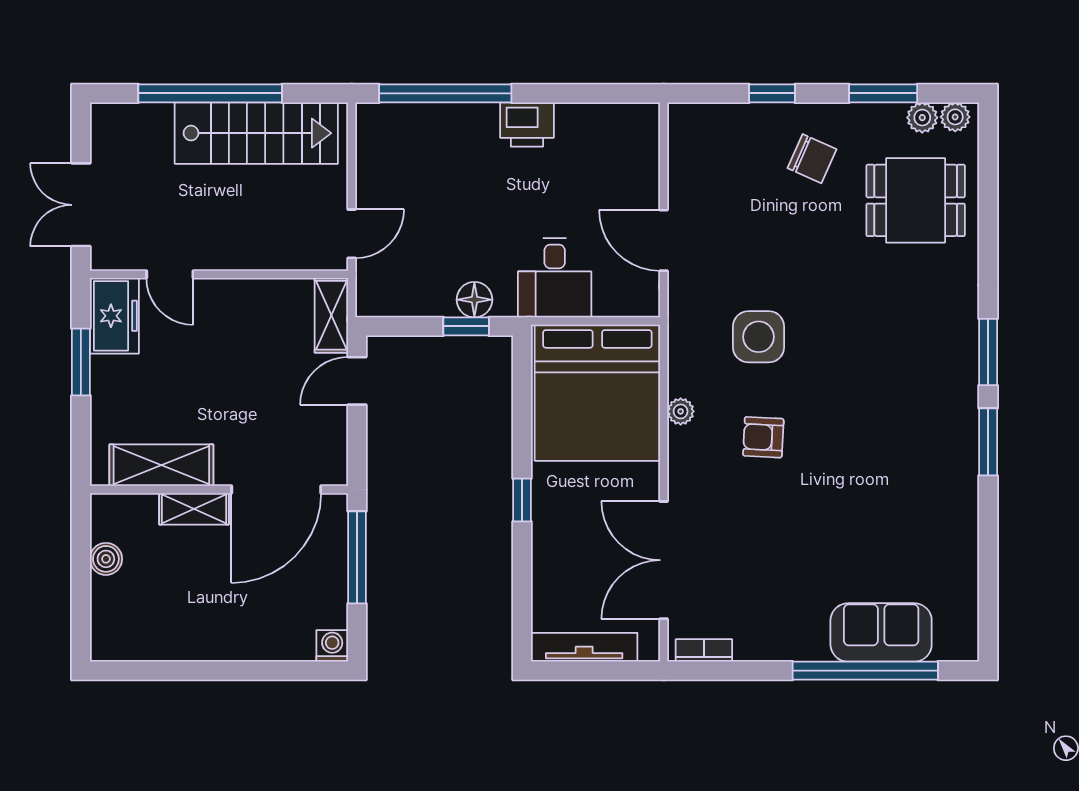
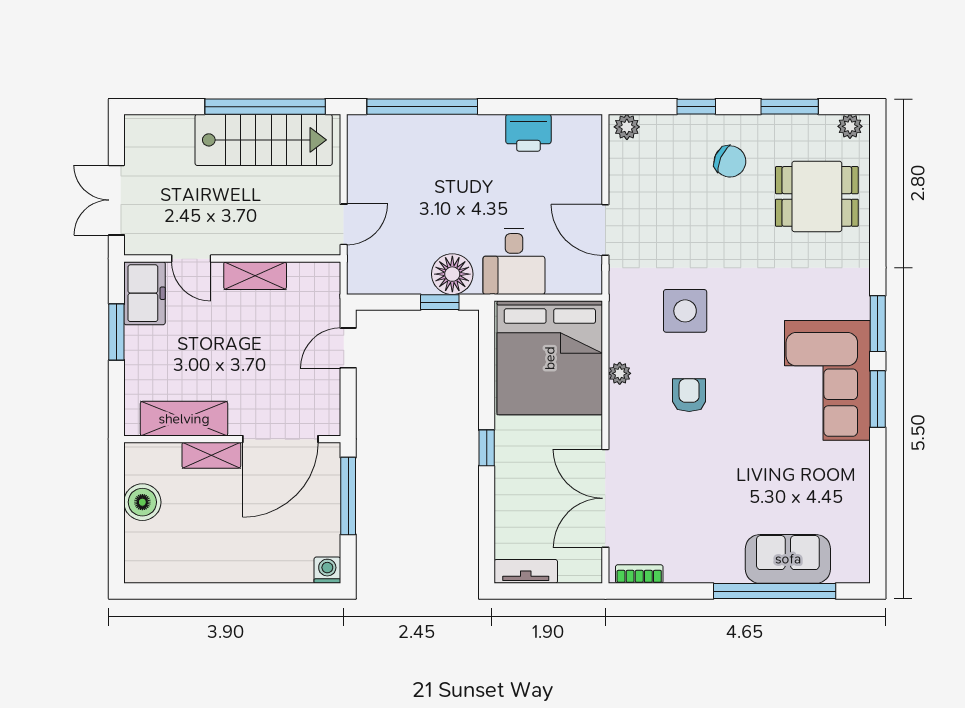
window: (210, 93) -> (265, 107), moved
plant: (922, 118) -> (627, 127), moved
printer: (527, 124) -> (528, 133), moved
floor lamp: (474, 300) -> (452, 274), width x1.38, depth x1.38
shelving: (331, 315) -> (255, 276), moved, turned 90
corner sofa: (928, 420) -> (827, 380), added
armchair: (763, 437) -> (689, 395), turned 87
boiler: (106, 559) -> (142, 502), width x1.36, depth x1.36
tv unit: (584, 647) -> (526, 571), width x0.71

